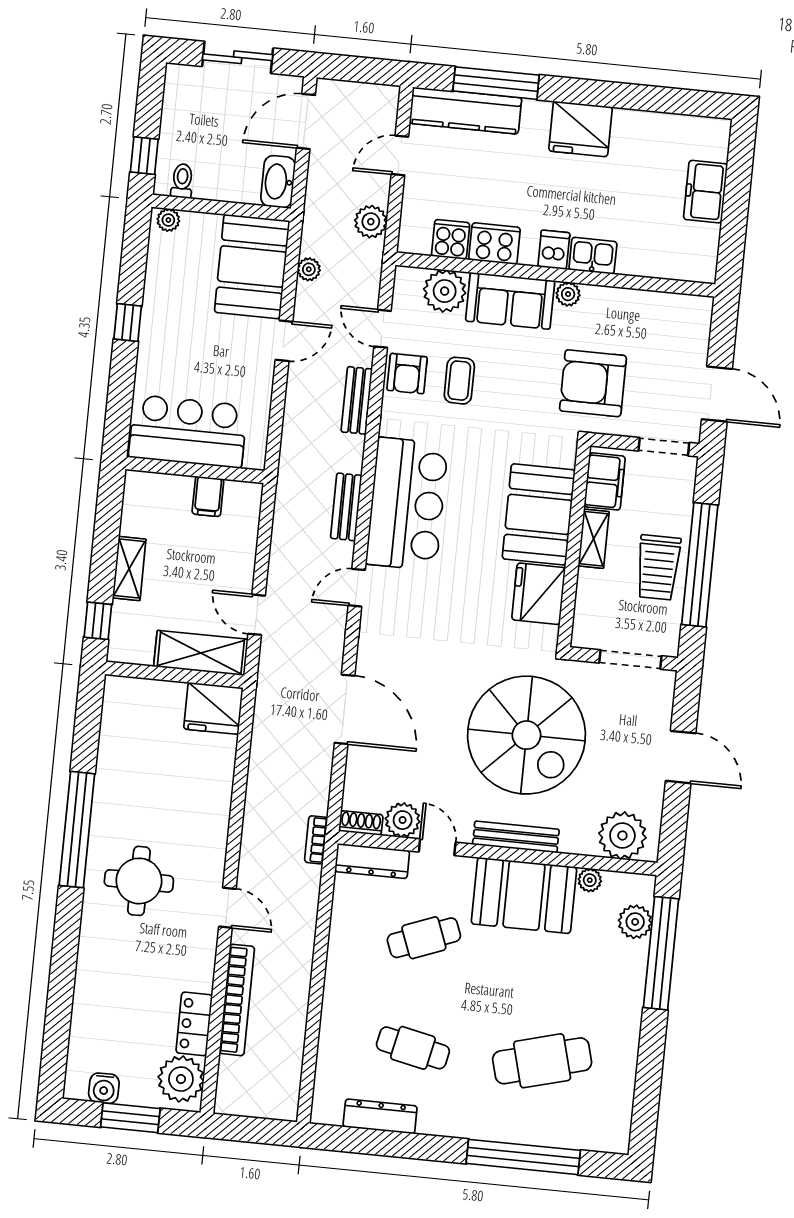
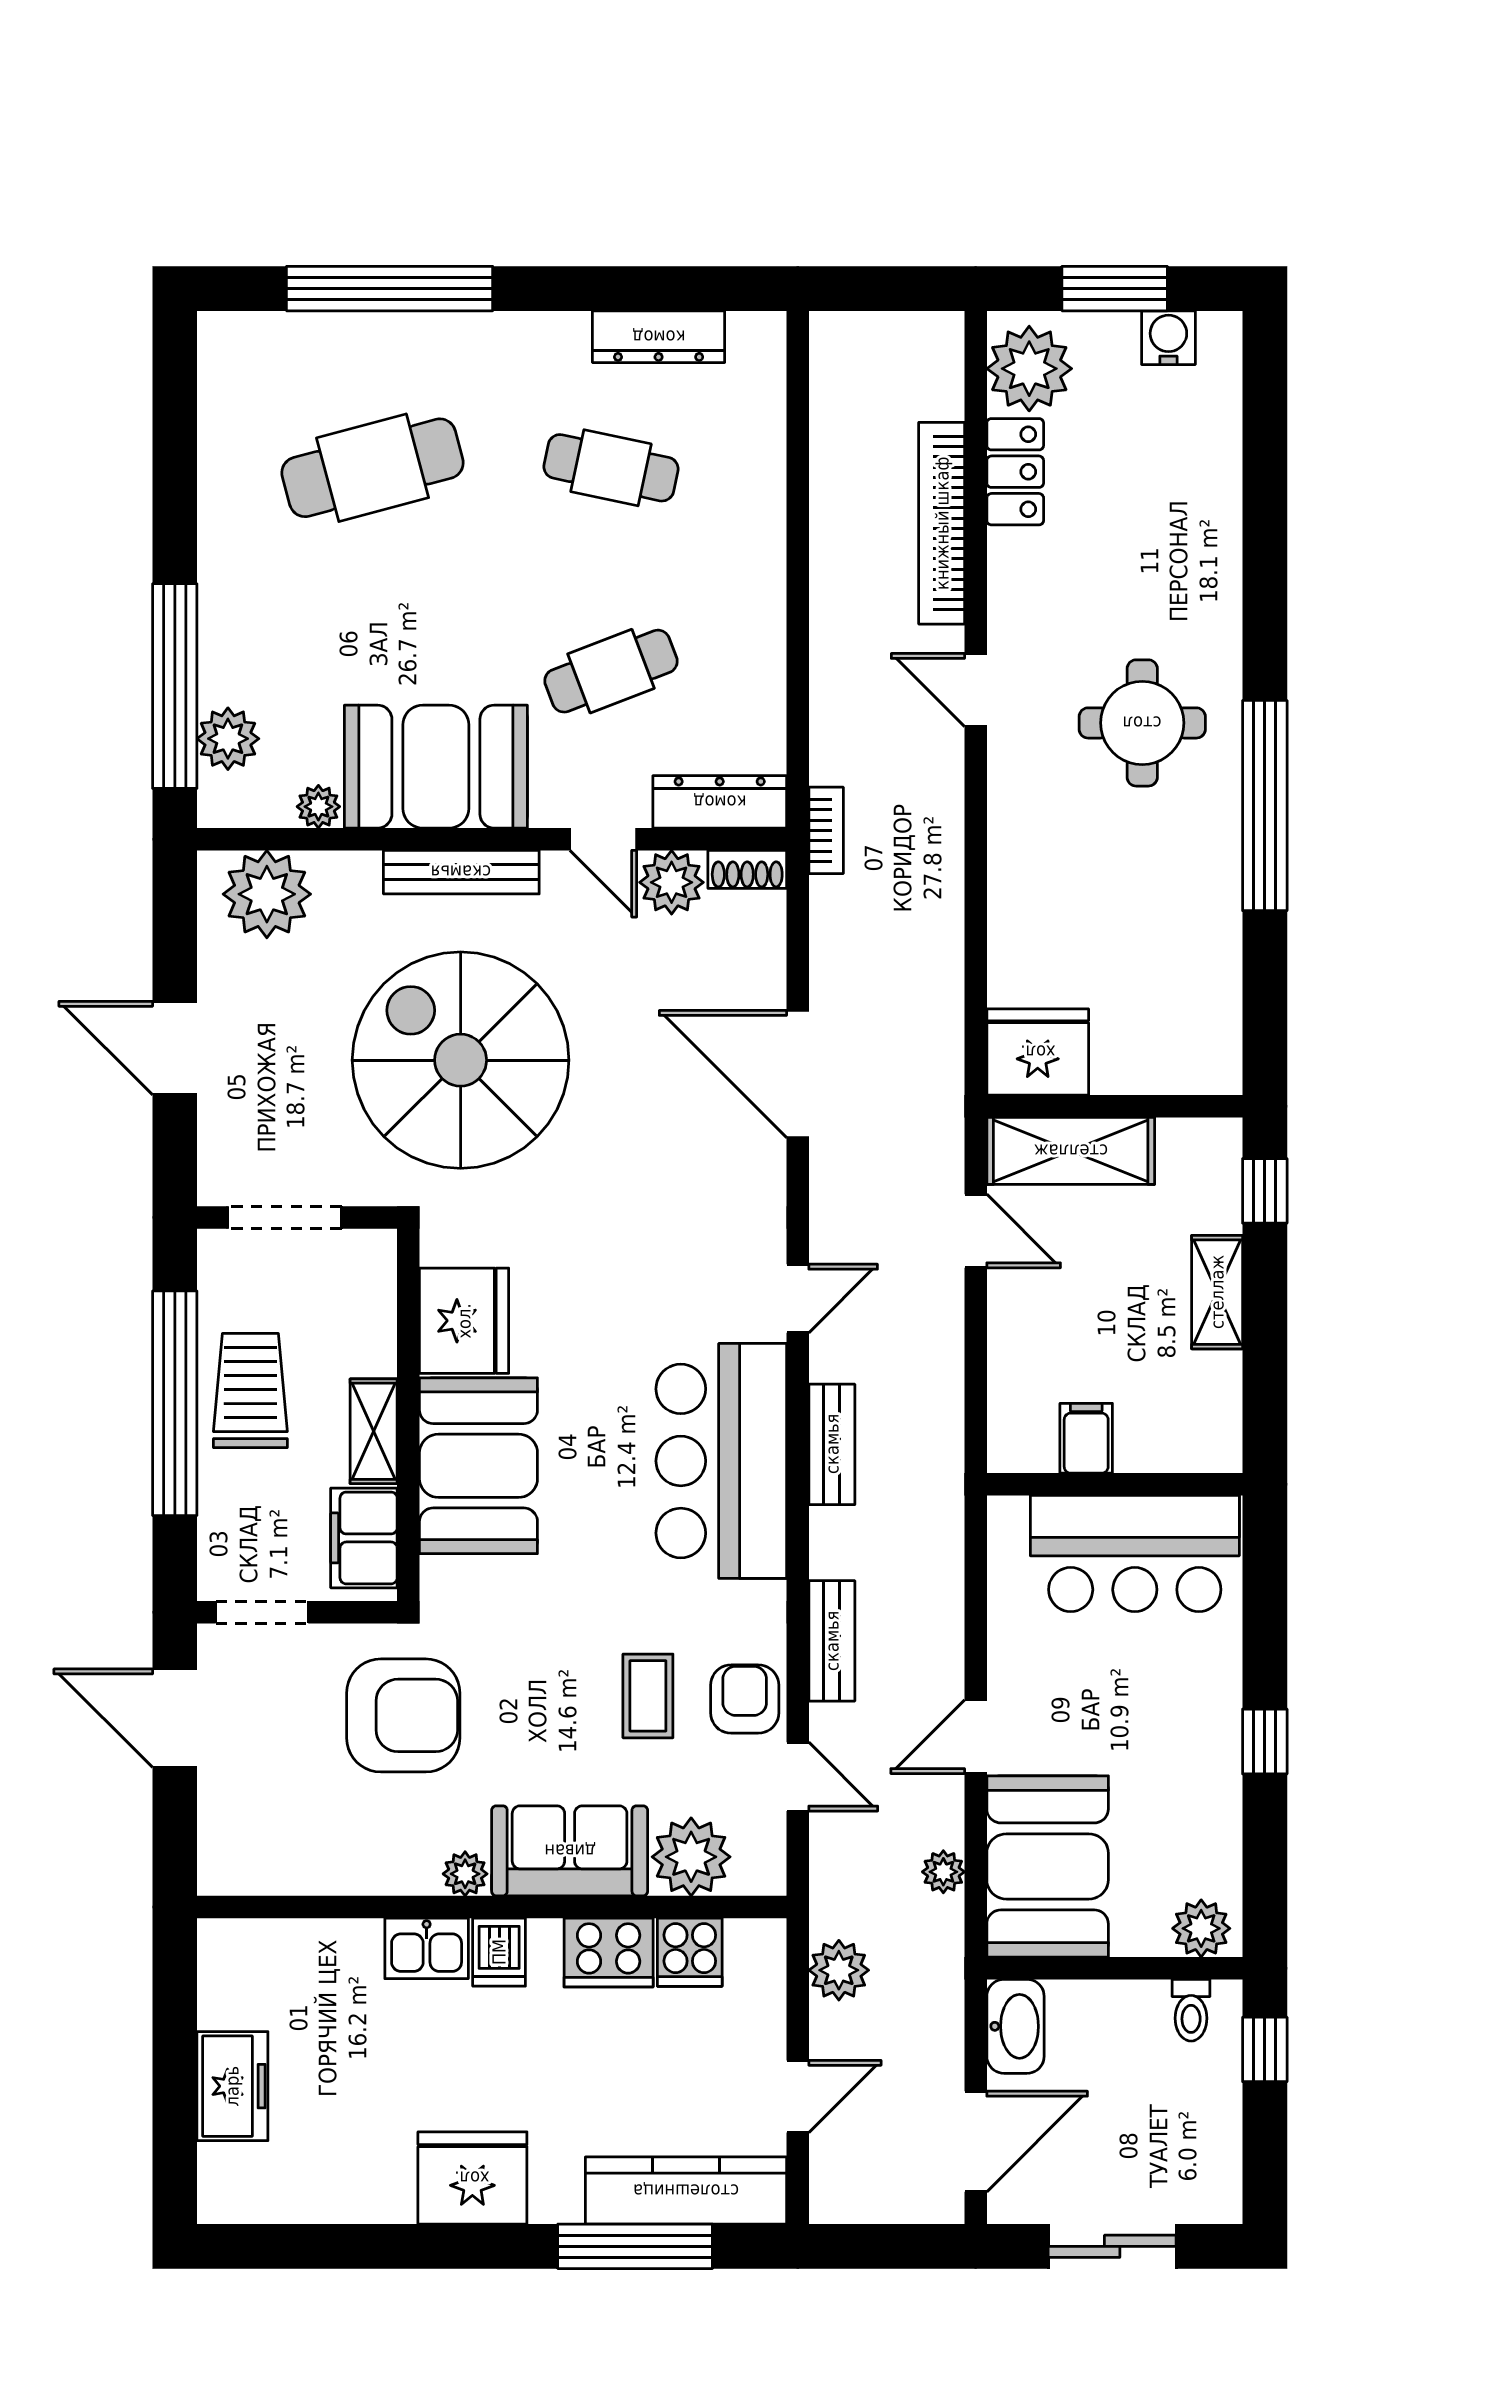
plant: (168, 220) -> (1201, 1928), width x1.38, depth x1.38

